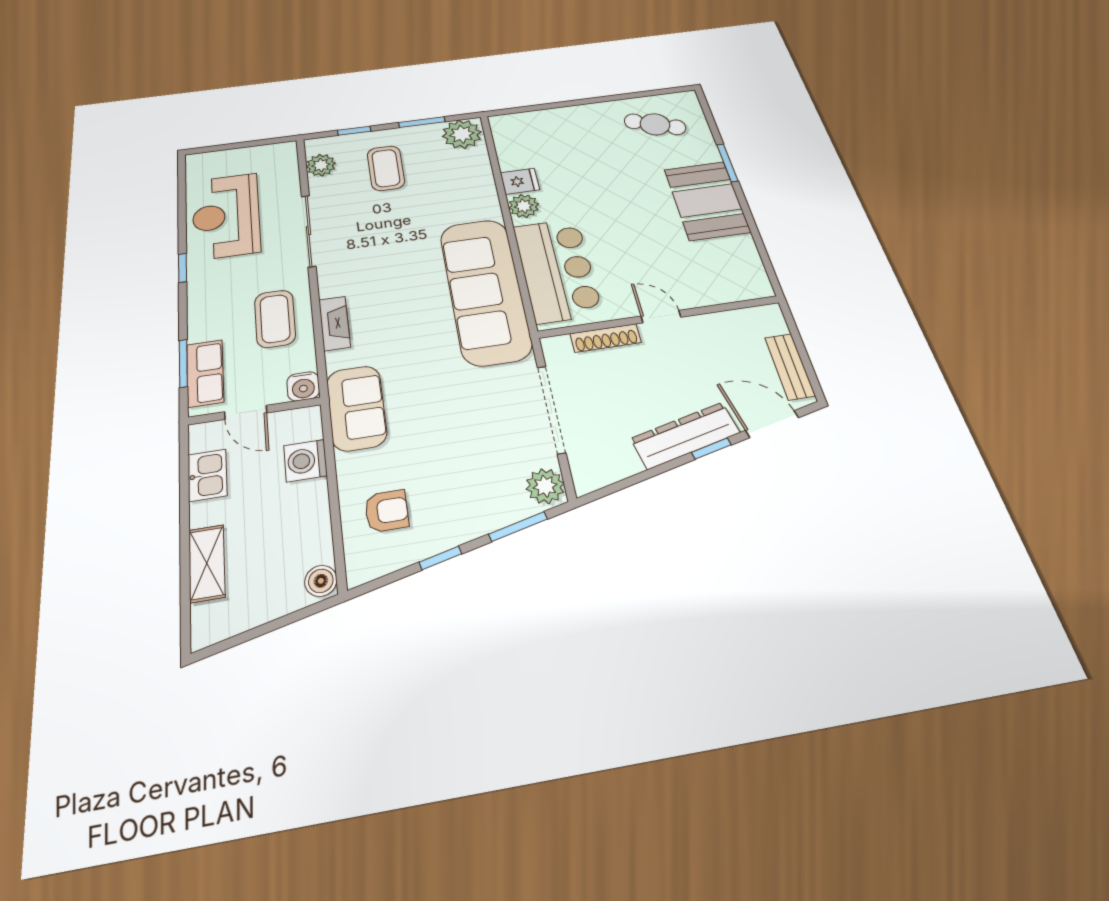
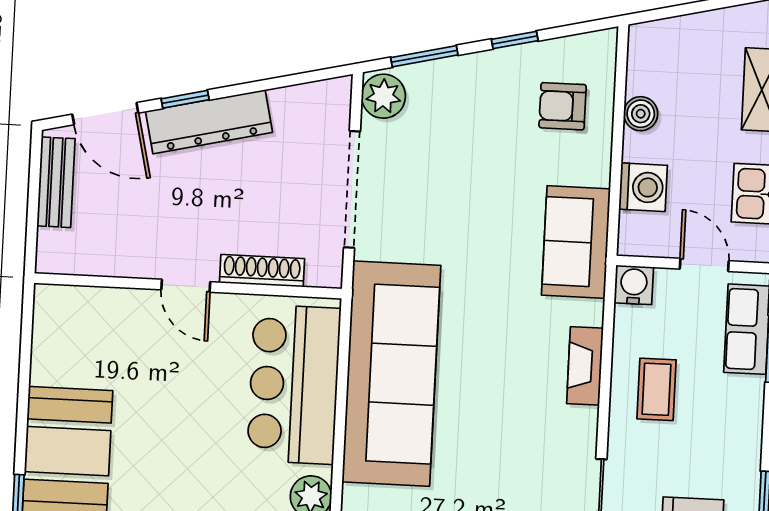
coffee table: (275, 319) -> (657, 389), width x0.73, depth x0.77
boiler: (321, 581) -> (641, 114), moved

